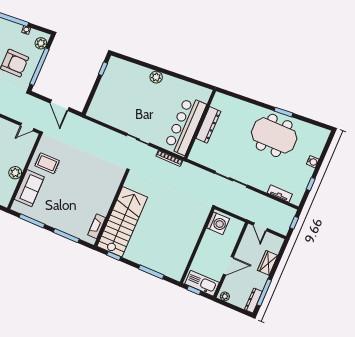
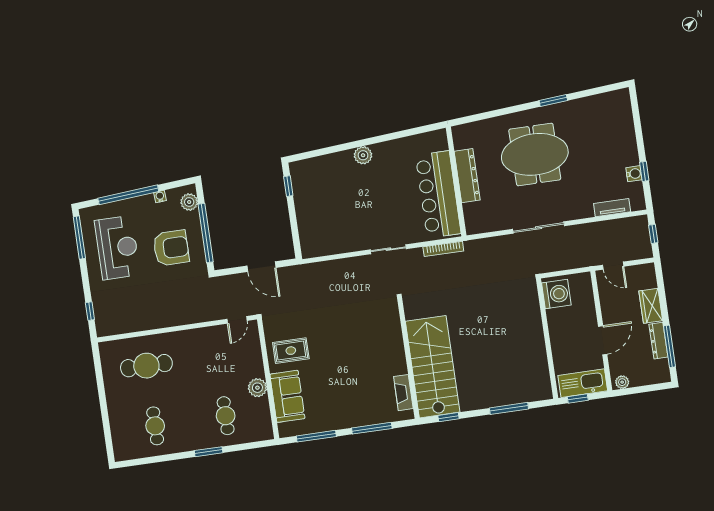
meeting table: (274, 135) -> (535, 154), moved
water cooler: (313, 162) -> (634, 174), moved
dresser: (253, 301) -> (658, 341), moved

